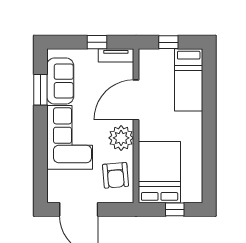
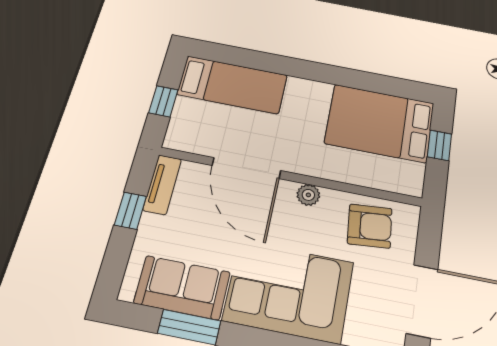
plant: (121, 138) -> (308, 195), width x0.53, depth x0.53
bed: (160, 172) -> (380, 123), moved

